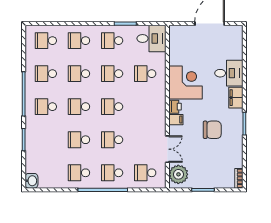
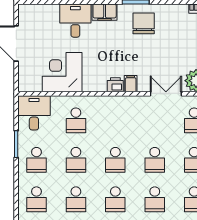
corner desk: (186, 82) -> (62, 72), moved
chair: (212, 130) -> (144, 23), moved

